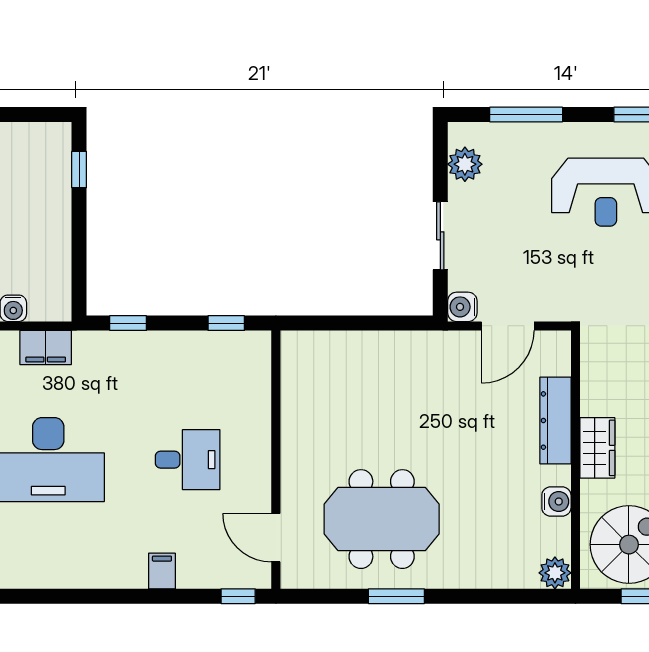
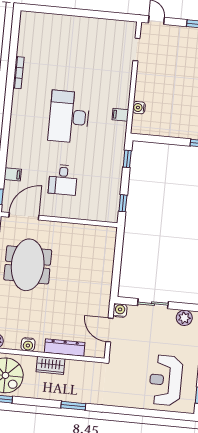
filing cabinet: (46, 347) -> (120, 115), width x0.50
door: (276, 538) -> (24, 216), width x1.36
filing cabinet: (162, 571) -> (13, 174), moved

